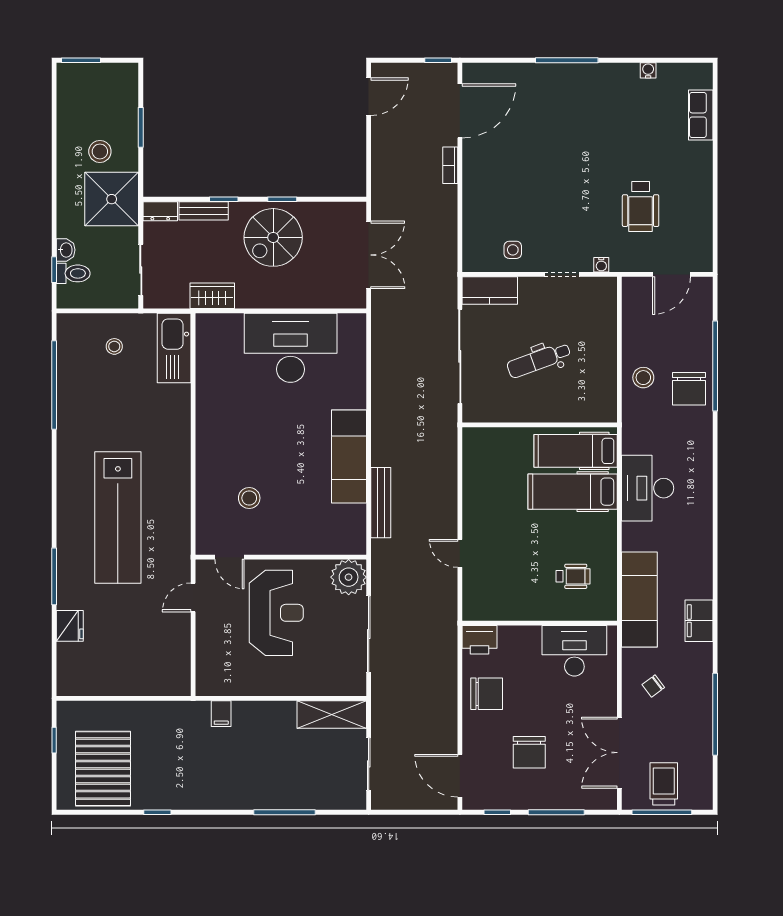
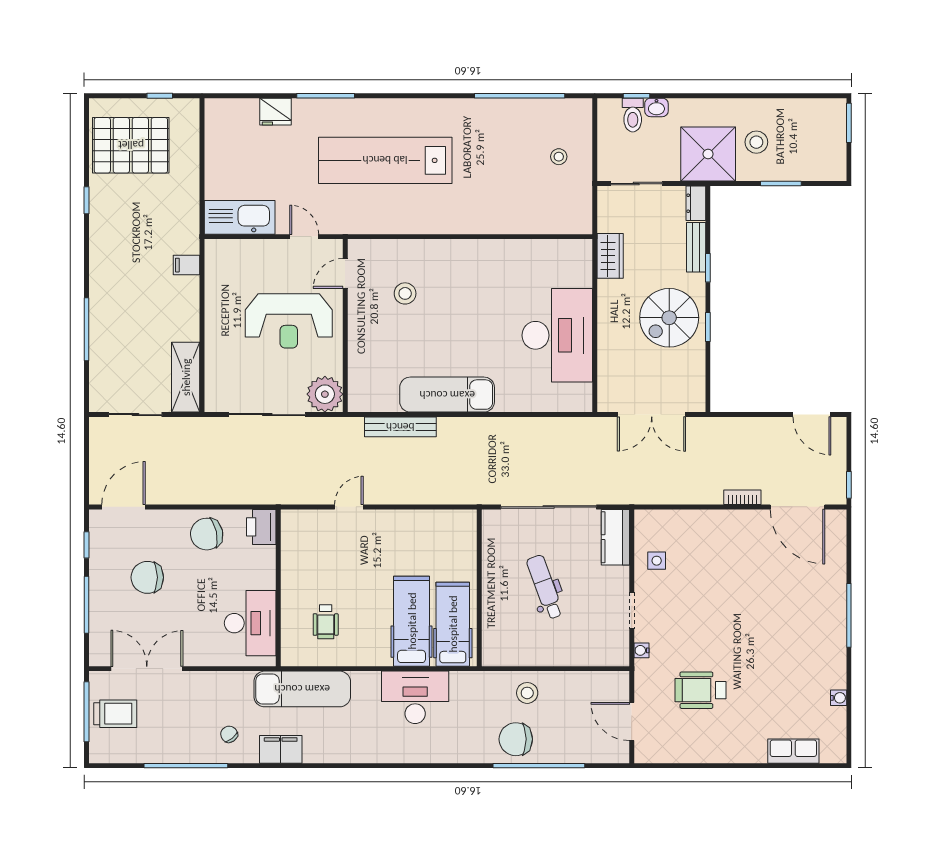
spiral stairs: (273, 237) -> (669, 318), turned -90
kitchen sink: (174, 348) -> (240, 217), moved
chair: (653, 686) -> (229, 734), moved
chair: (487, 694) -> (207, 534), turned 78

